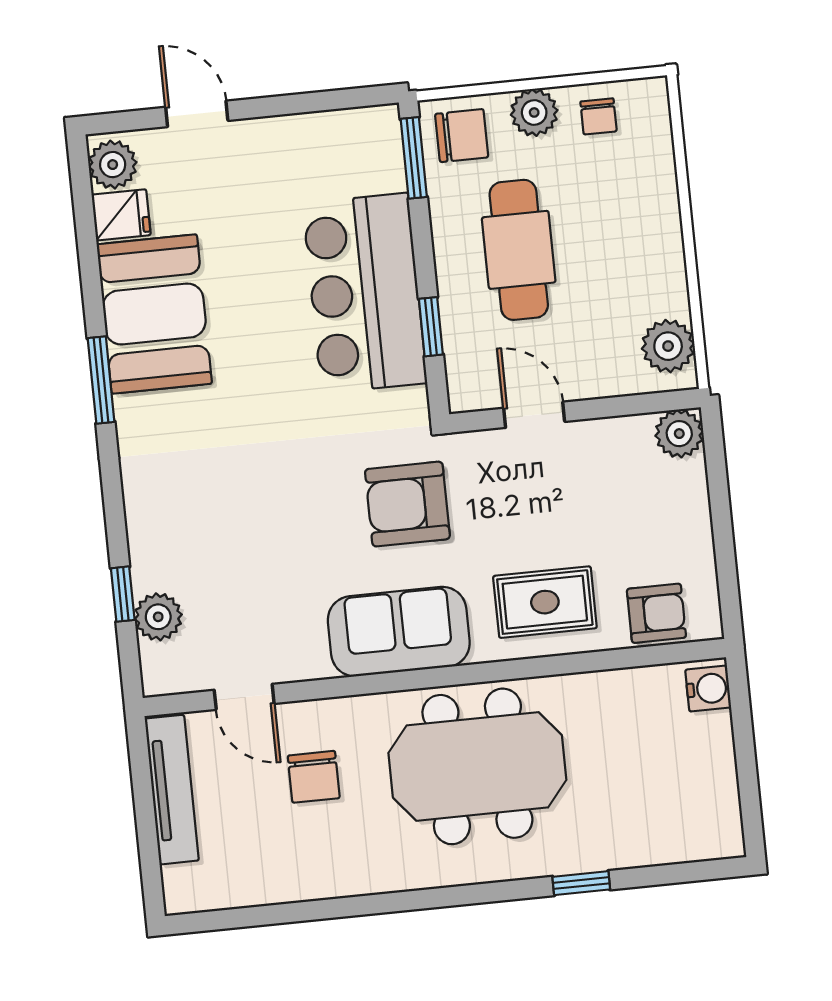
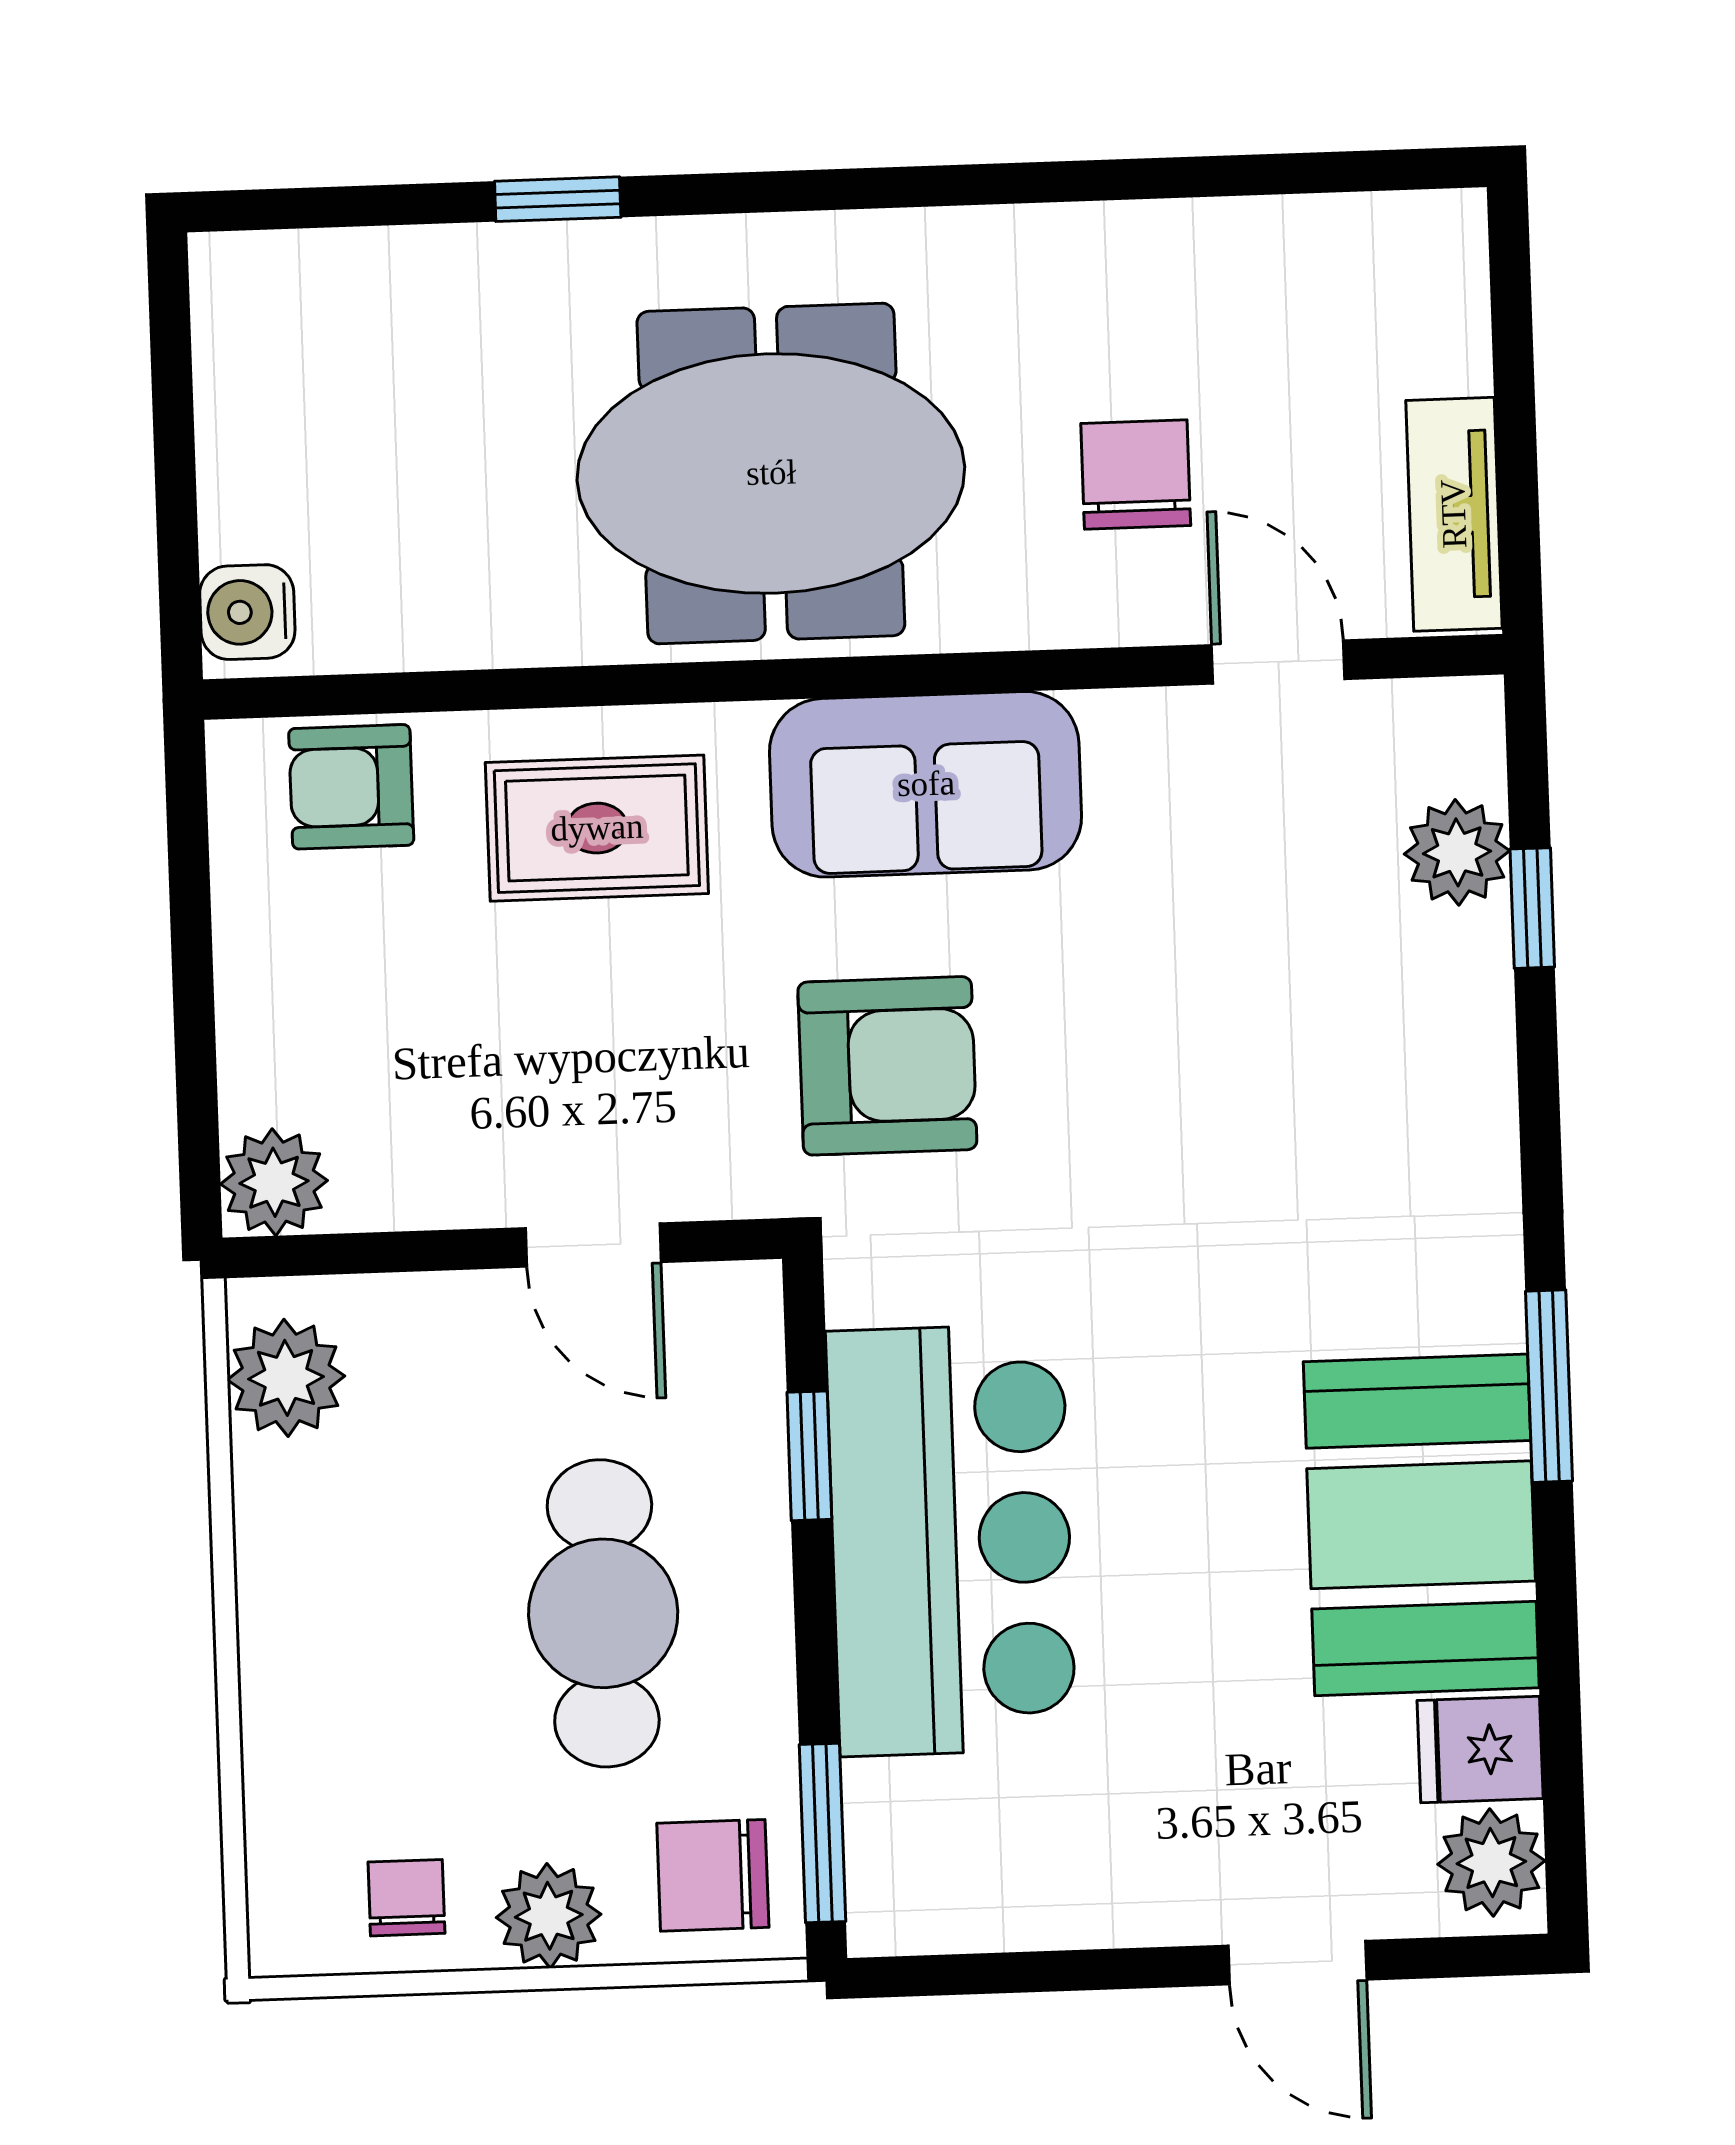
tv unit: (172, 790) -> (1454, 514), width x0.71

